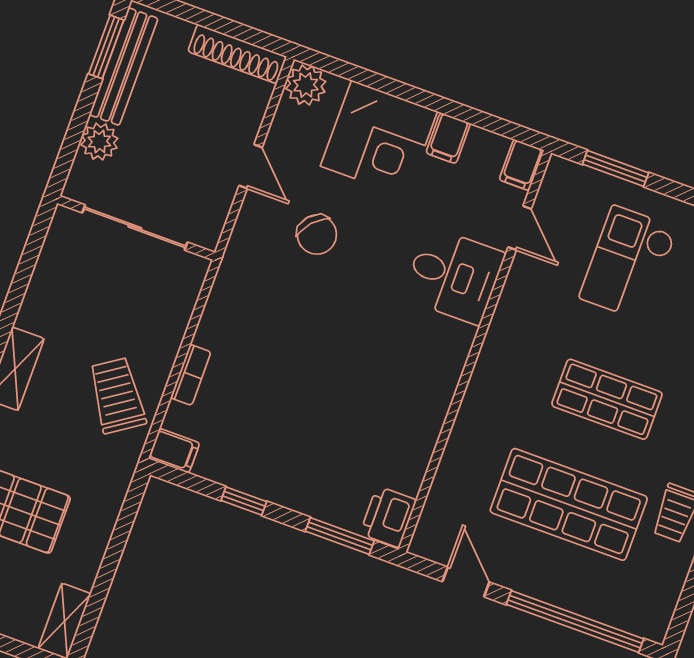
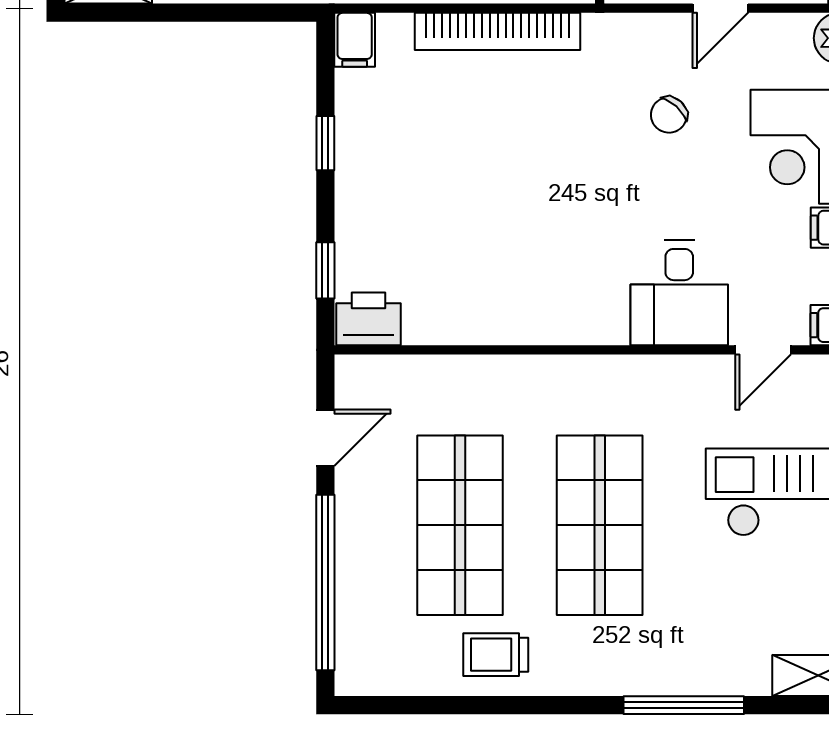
chair: (317, 235) -> (669, 115), width x0.73, depth x0.73
bookcase: (191, 375) -> (498, 31), width x2.31, depth x1.31
shop shelf: (607, 399) -> (600, 525), width x1.43, depth x1.36
window: (340, 536) -> (325, 270), width x0.67

